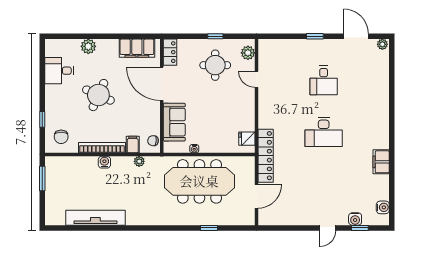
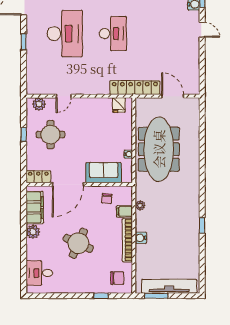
plant: (88, 46) -> (33, 232), moved
desk: (59, 71) -> (39, 273), moved, turned 90
desk: (324, 80) -> (65, 34), width x1.87, depth x1.30
chair: (153, 141) -> (107, 199), moved
tv unit: (95, 218) -> (169, 286), moved, turned 90
window: (209, 228) -> (202, 225), moved

